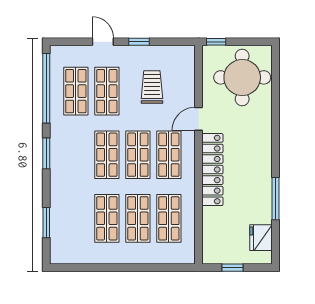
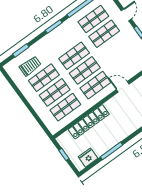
trolley: (152, 87) -> (30, 66), moved
locker: (212, 170) -> (89, 122), moved

